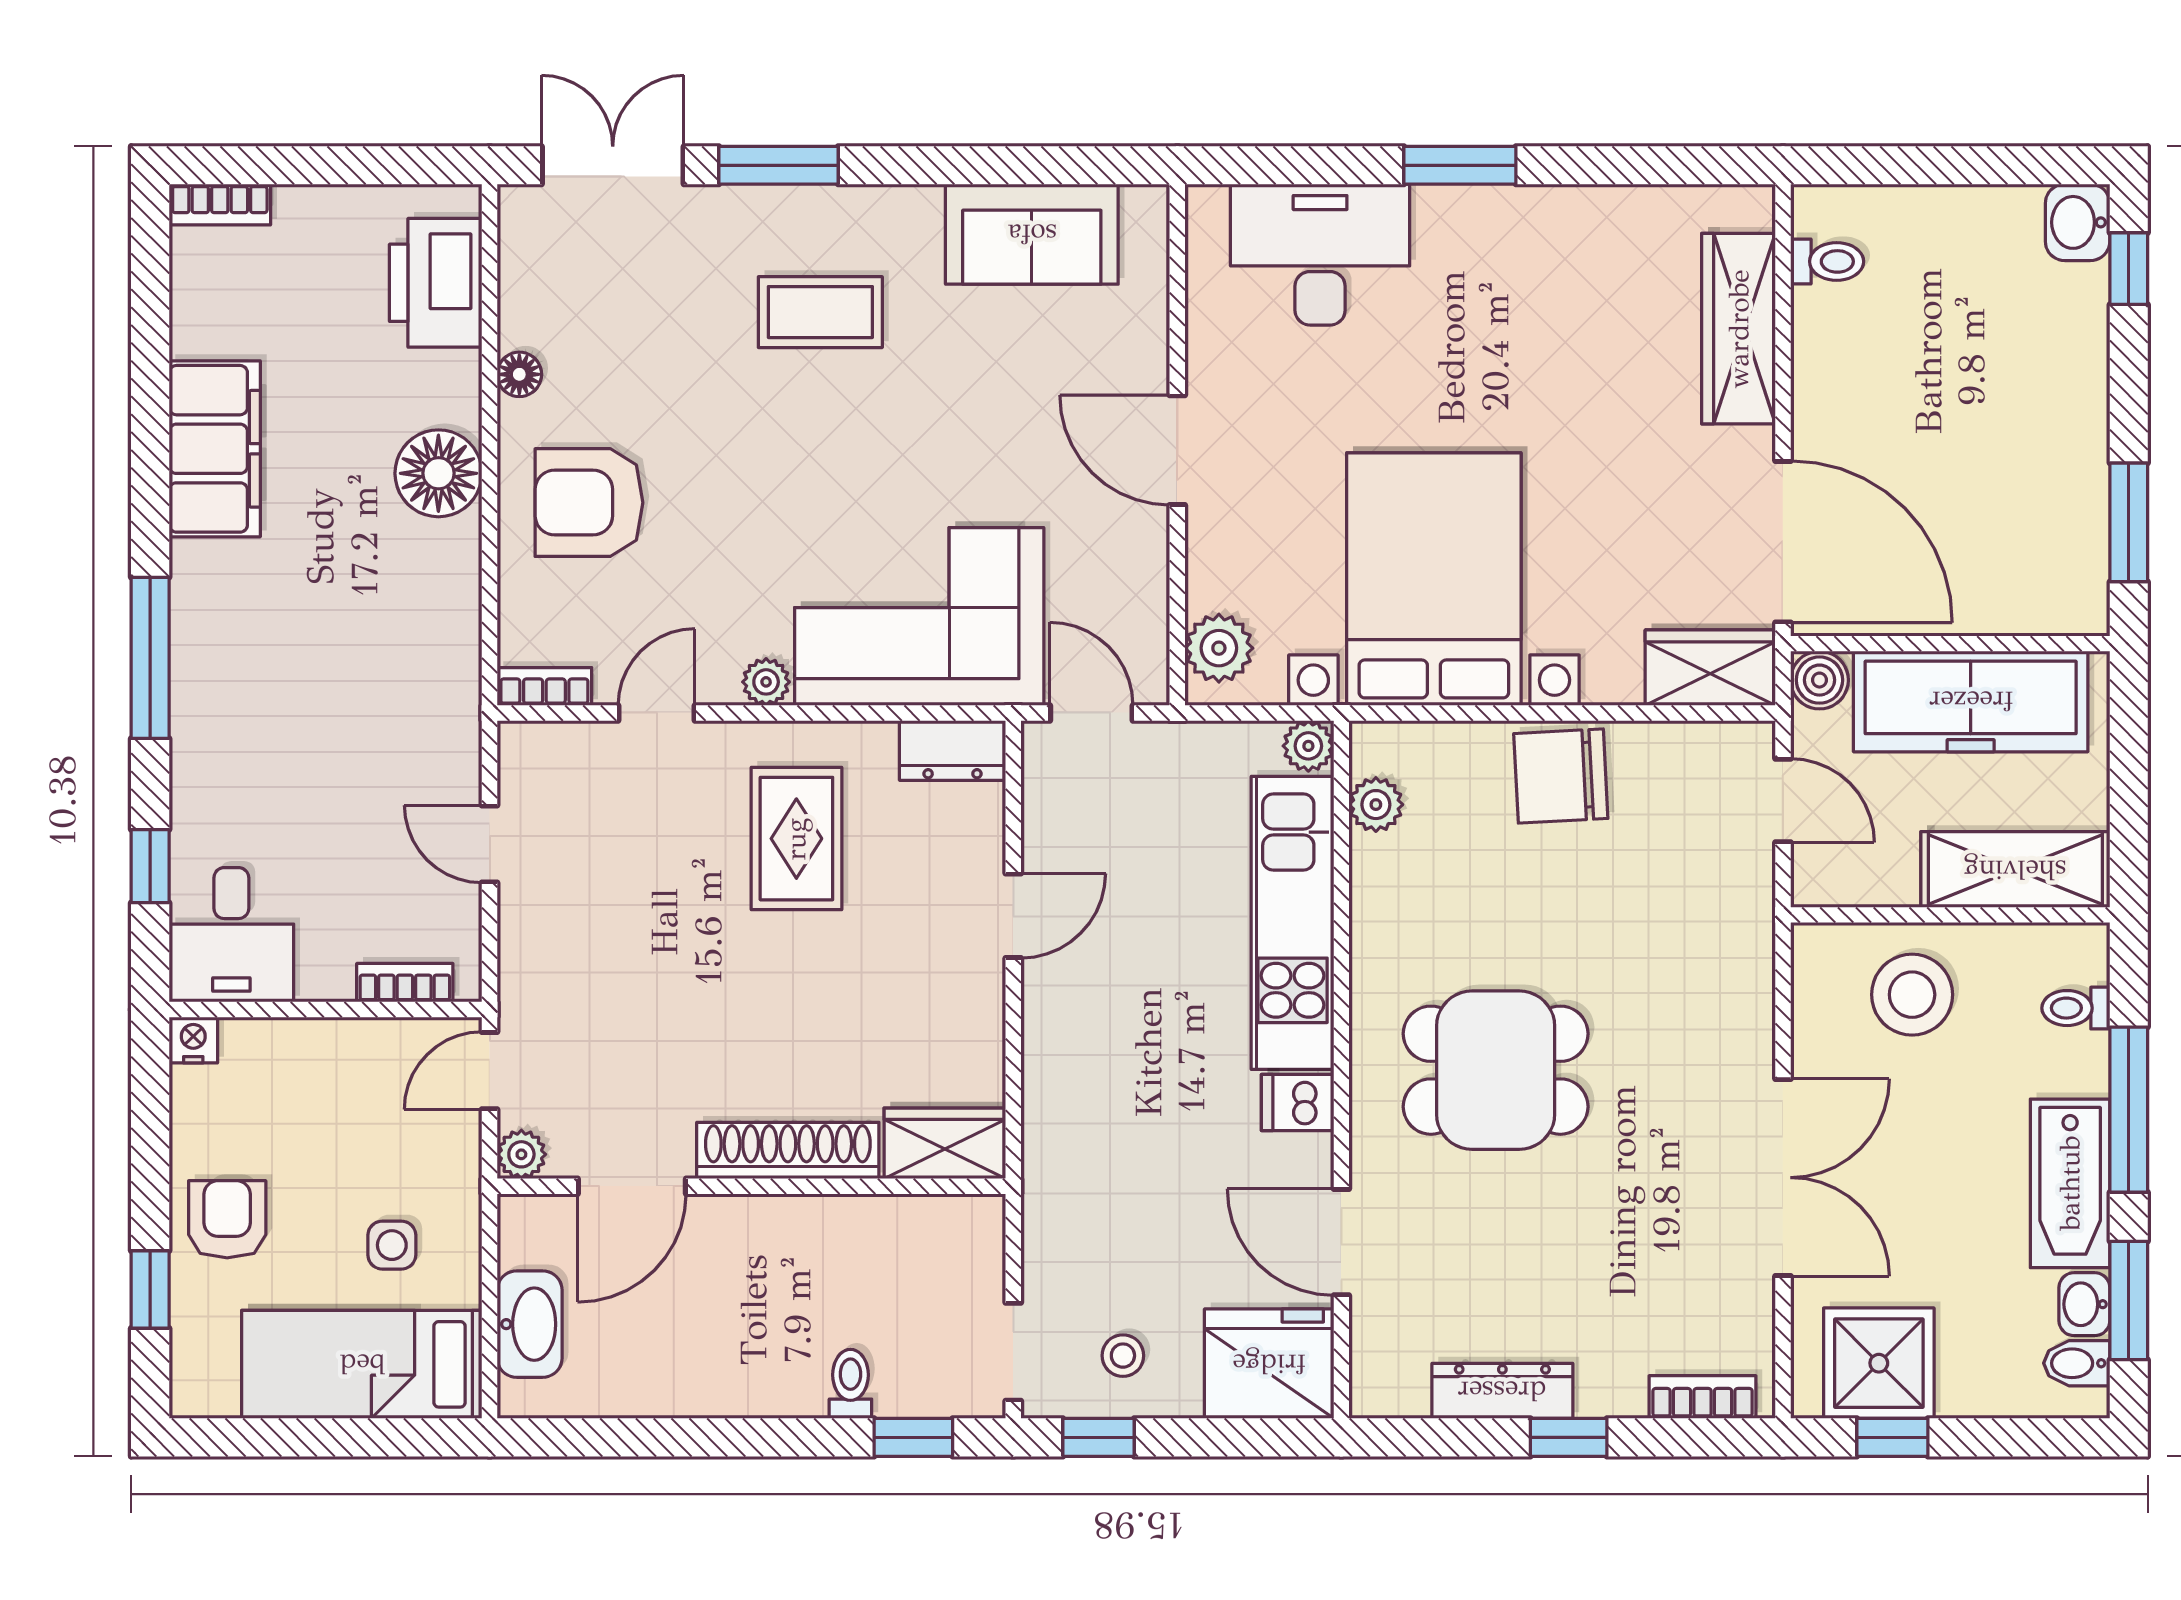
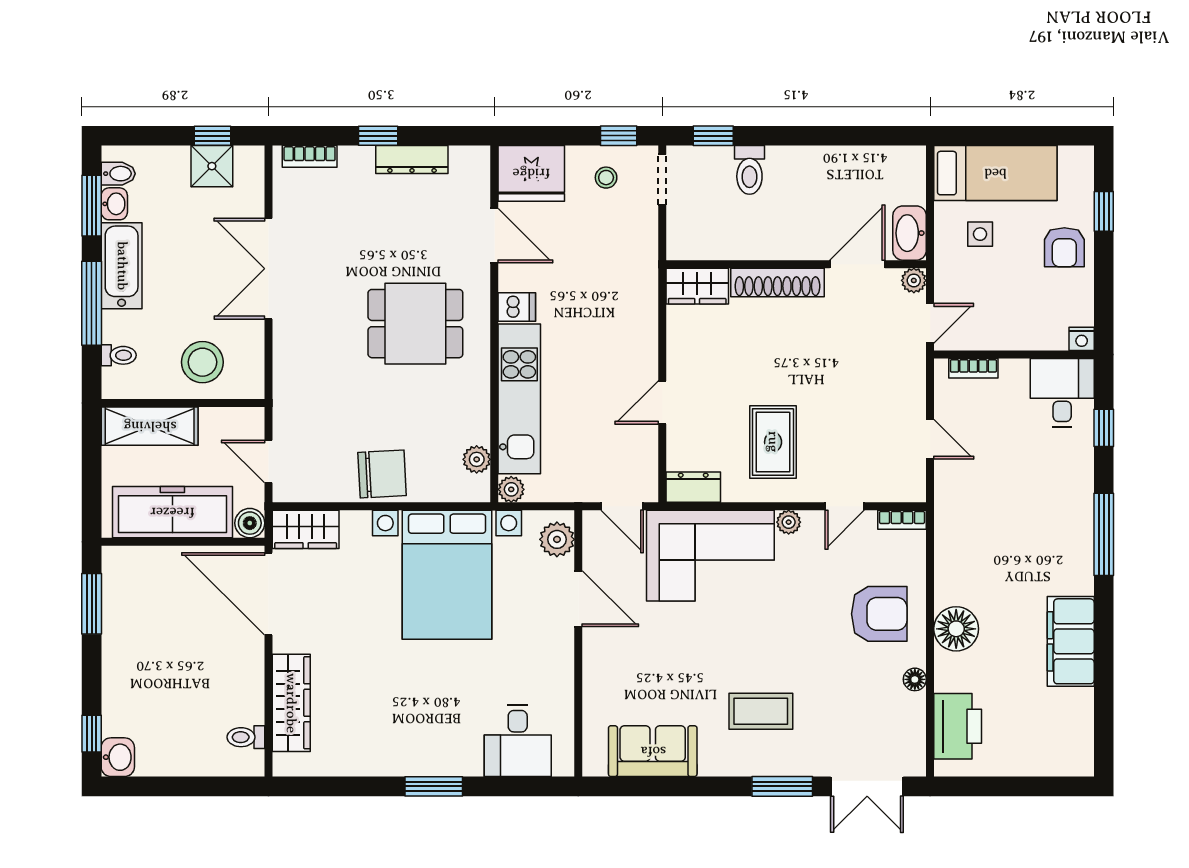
bookcase: (220, 205) -> (1068, 766), removed
desk: (1320, 255) -> (518, 741), width x0.73
door: (1177, 450) -> (578, 599), moved
washbasin: (530, 1324) -> (910, 233), moved
shower: (1879, 1363) -> (212, 166), width x0.73, depth x0.73
toilet: (850, 1384) -> (749, 170), width x1.37, depth x1.39

